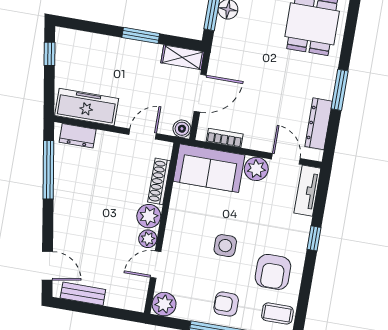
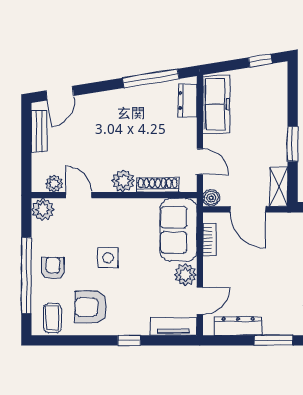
plant: (148, 239) -> (54, 184), moved

